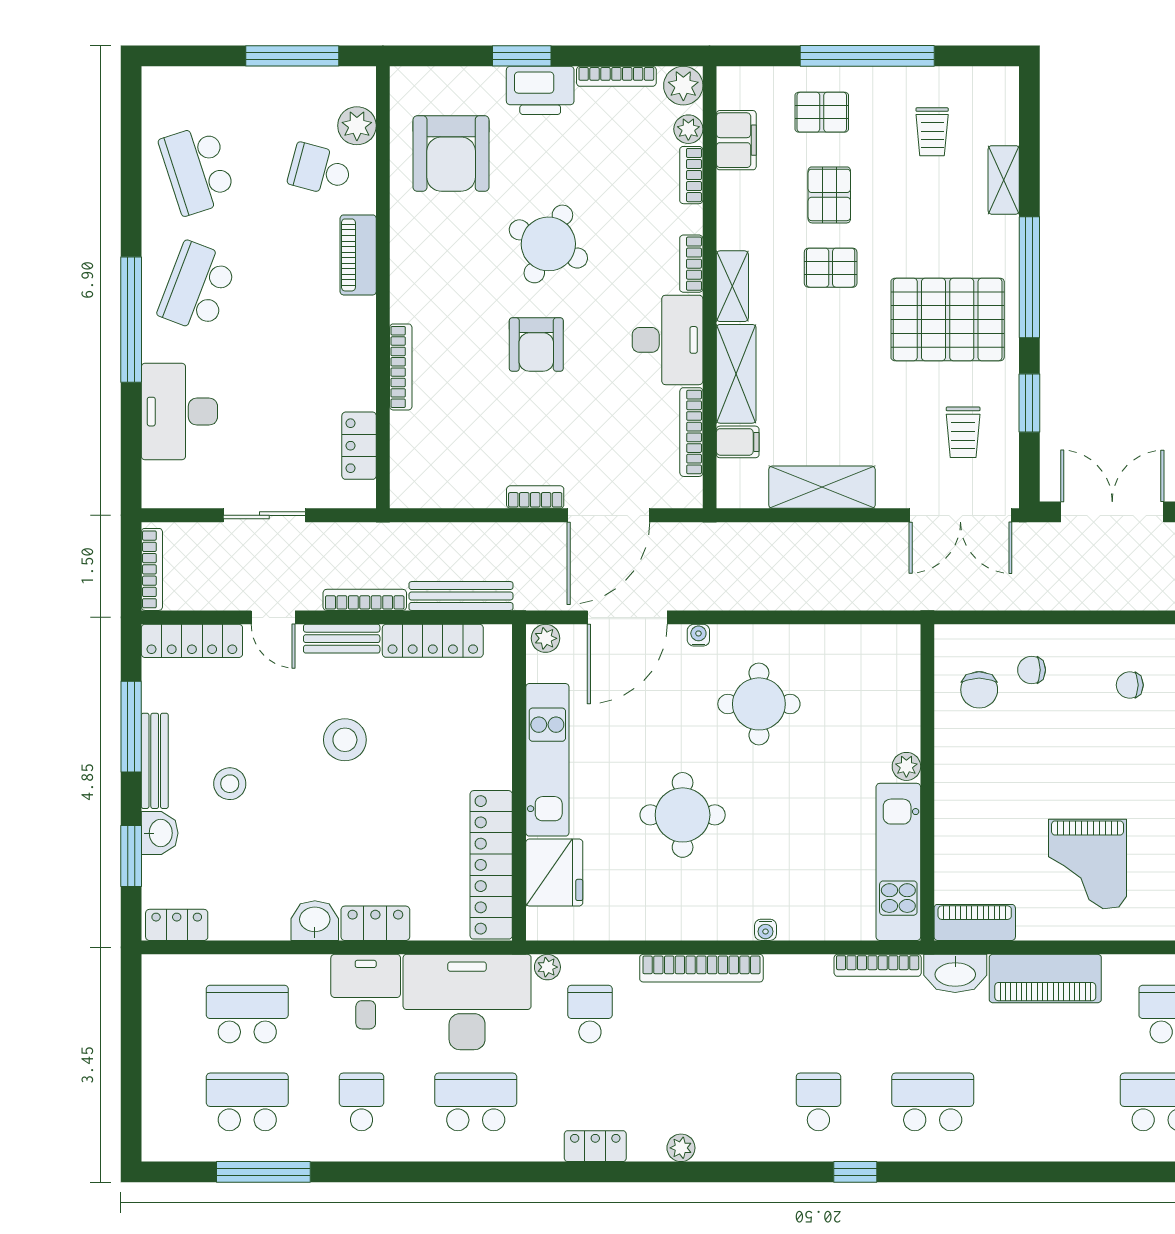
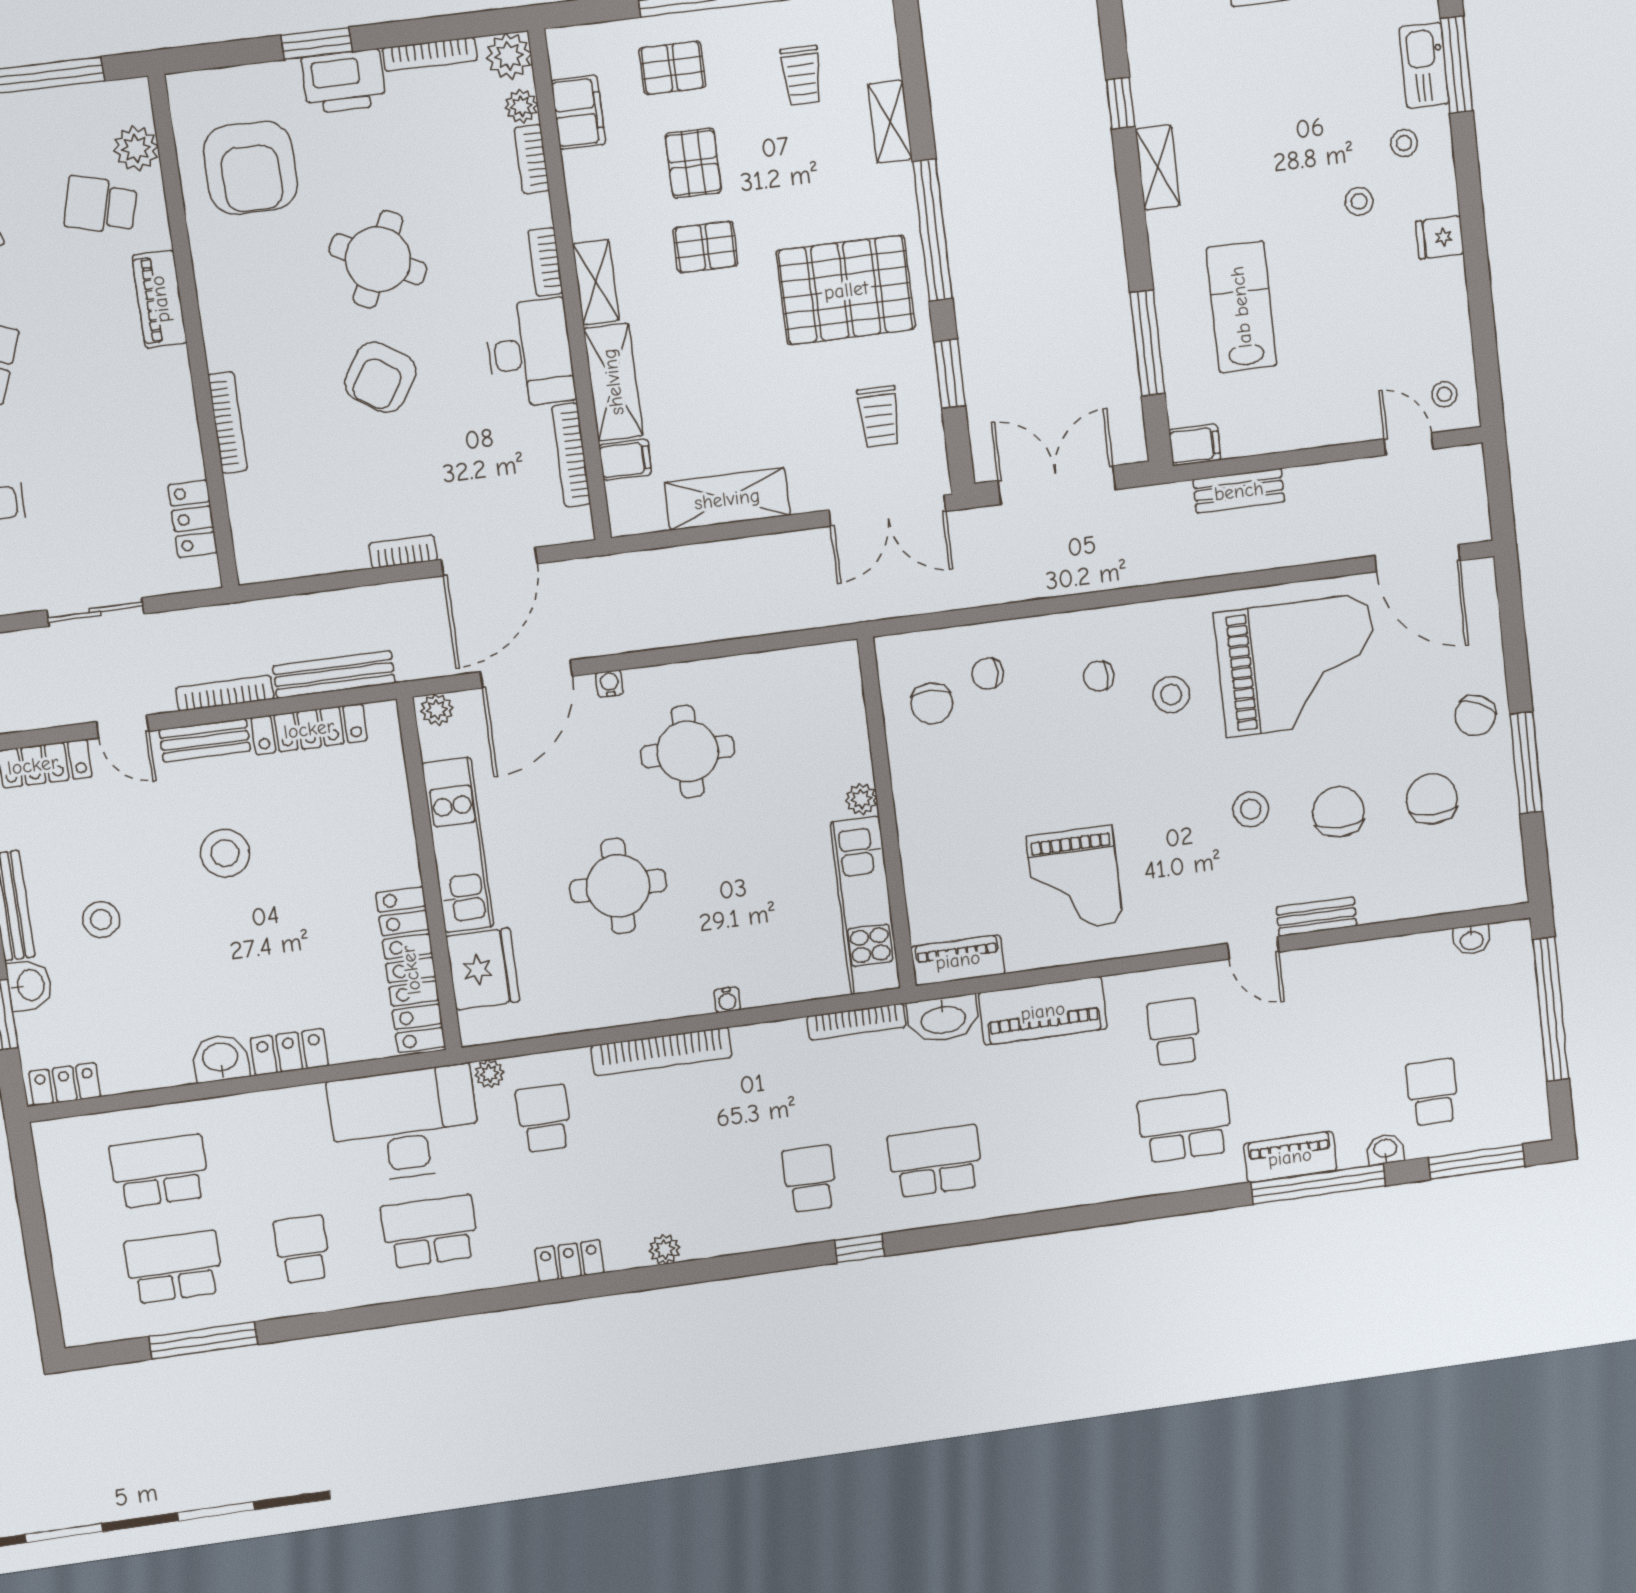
armchair: (536, 345) -> (380, 377), turned 33
desk: (366, 992) -> (289, 1128), removed

